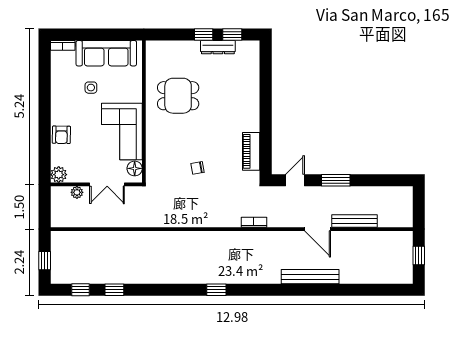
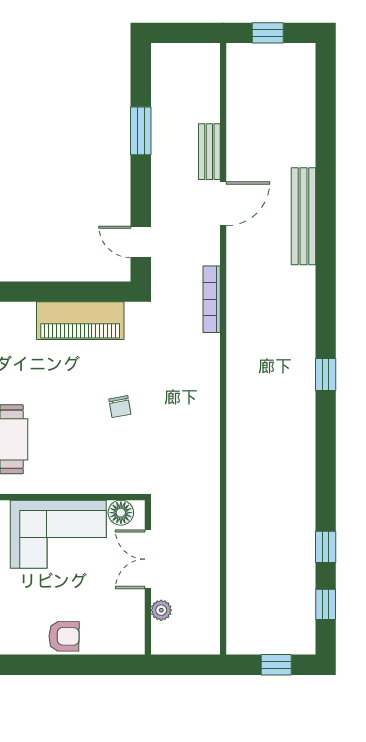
piano: (251, 151) -> (80, 321), width x1.37, depth x1.33
plant: (59, 175) -> (131, 641), removed
window: (336, 180) -> (141, 131), moved
double door: (107, 184) -> (148, 559), swing flipped
bench: (354, 221) -> (209, 152), width x0.73
bookcase: (254, 222) -> (212, 299), width x1.56

